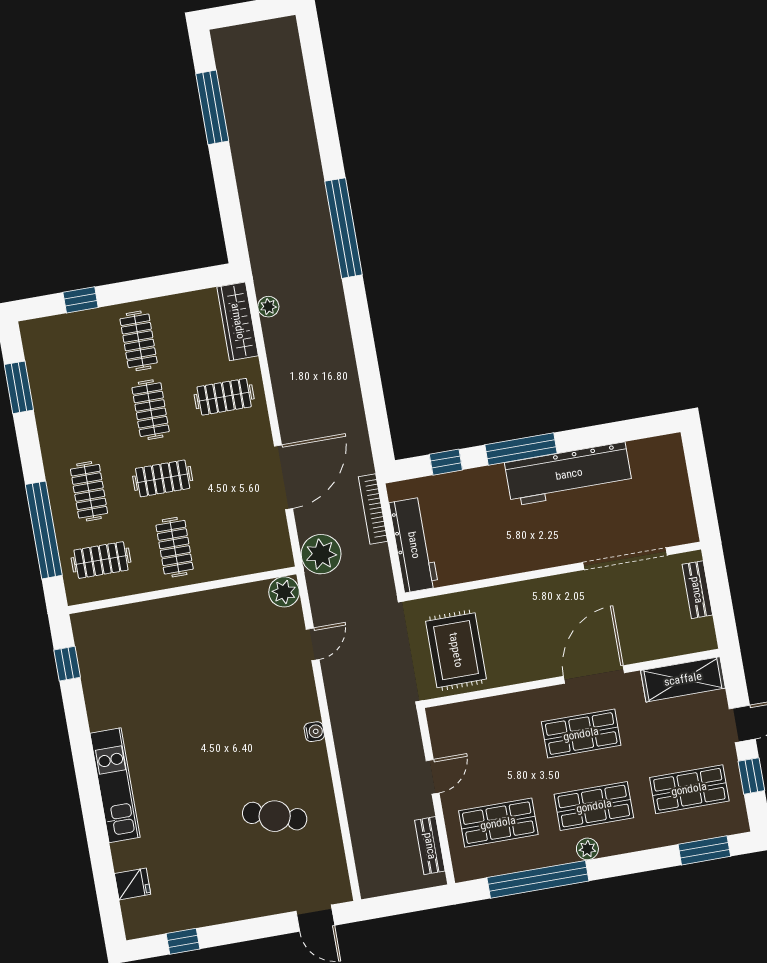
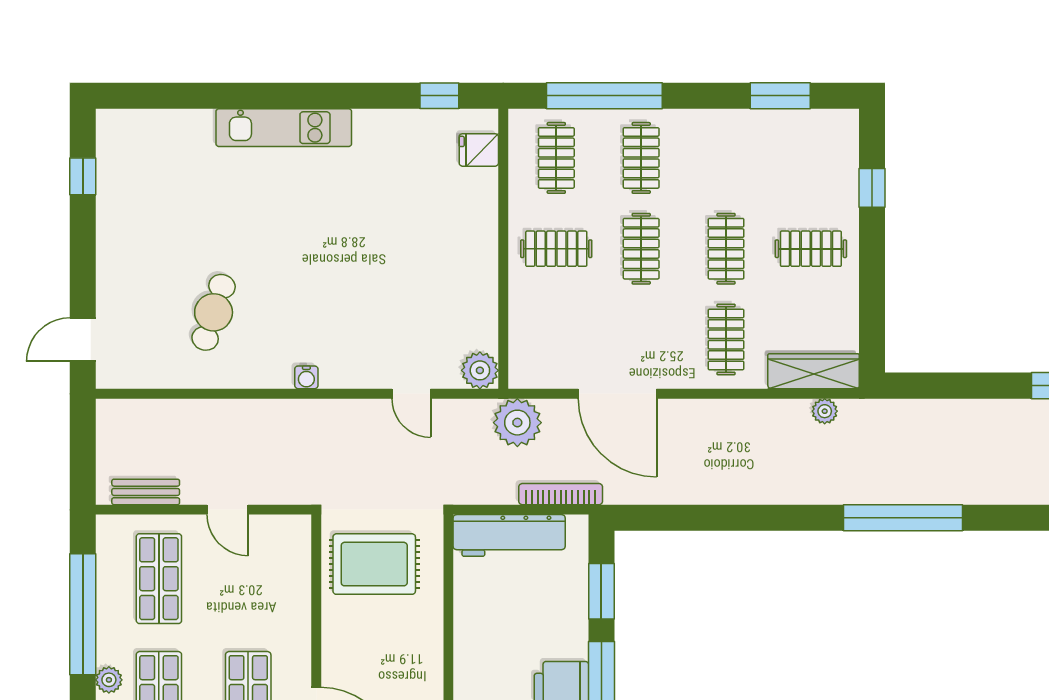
clothes rail: (151, 410) -> (726, 249), turned 90
window: (446, 462) -> (601, 591), width x1.50
clothes rail: (89, 491) -> (641, 158), turned 90
fridge: (133, 884) -> (479, 150), moved, turned 90

